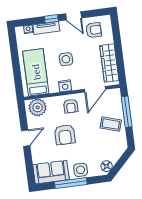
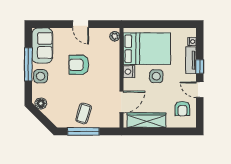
door: (74, 16) -> (200, 90), hinge flipped
bed: (36, 72) -> (147, 49), width x1.50
door: (95, 89) -> (121, 102), swing flipped
armchair: (71, 106) -> (107, 75), removed
plant: (38, 107) -> (115, 36), width x0.53, depth x0.53
window: (127, 112) -> (83, 131), moved

